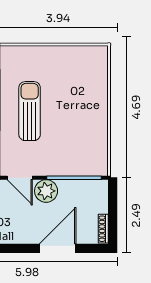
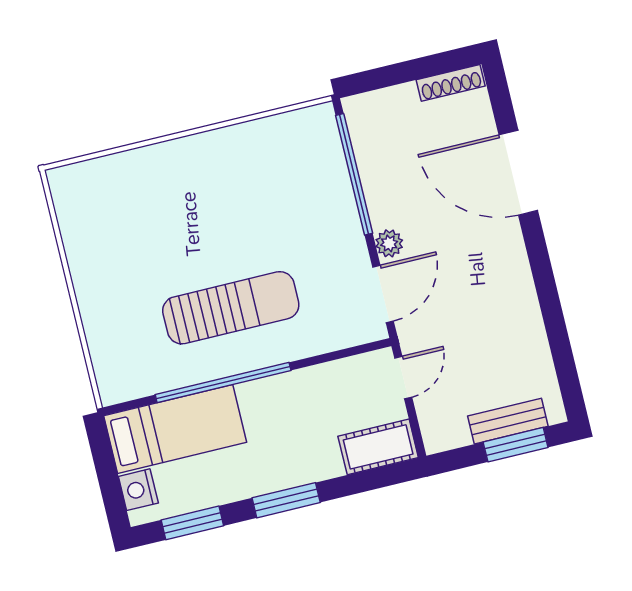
sun lounger: (30, 111) -> (231, 308), turned 180
plant: (46, 191) -> (389, 243), width x0.53, depth x0.53

